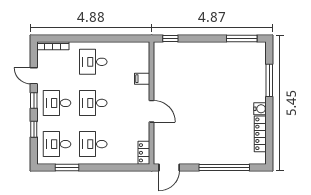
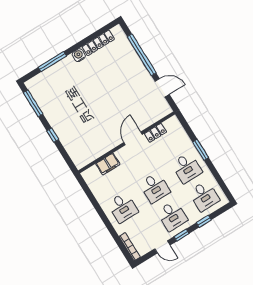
window: (170, 38) -> (53, 135), moved
door: (34, 76) -> (162, 247), hinge flipped
filing cabinet: (142, 79) -> (108, 164), width x2.00
locker: (144, 153) -> (155, 133), moved
window: (67, 167) -> (201, 150), moved
door: (169, 167) -> (162, 88), moved

